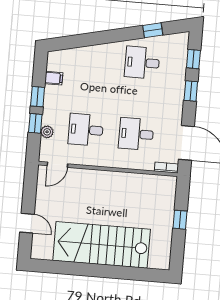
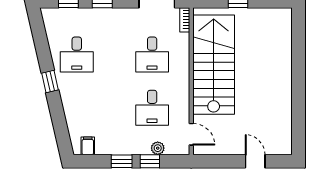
window: (153, 30) -> (50, 81), moved
filing cabinet: (54, 78) -> (88, 146), moved
door: (27, 223) -> (255, 161), hinge flipped
stairs: (102, 245) -> (214, 65), moved, turned 180

